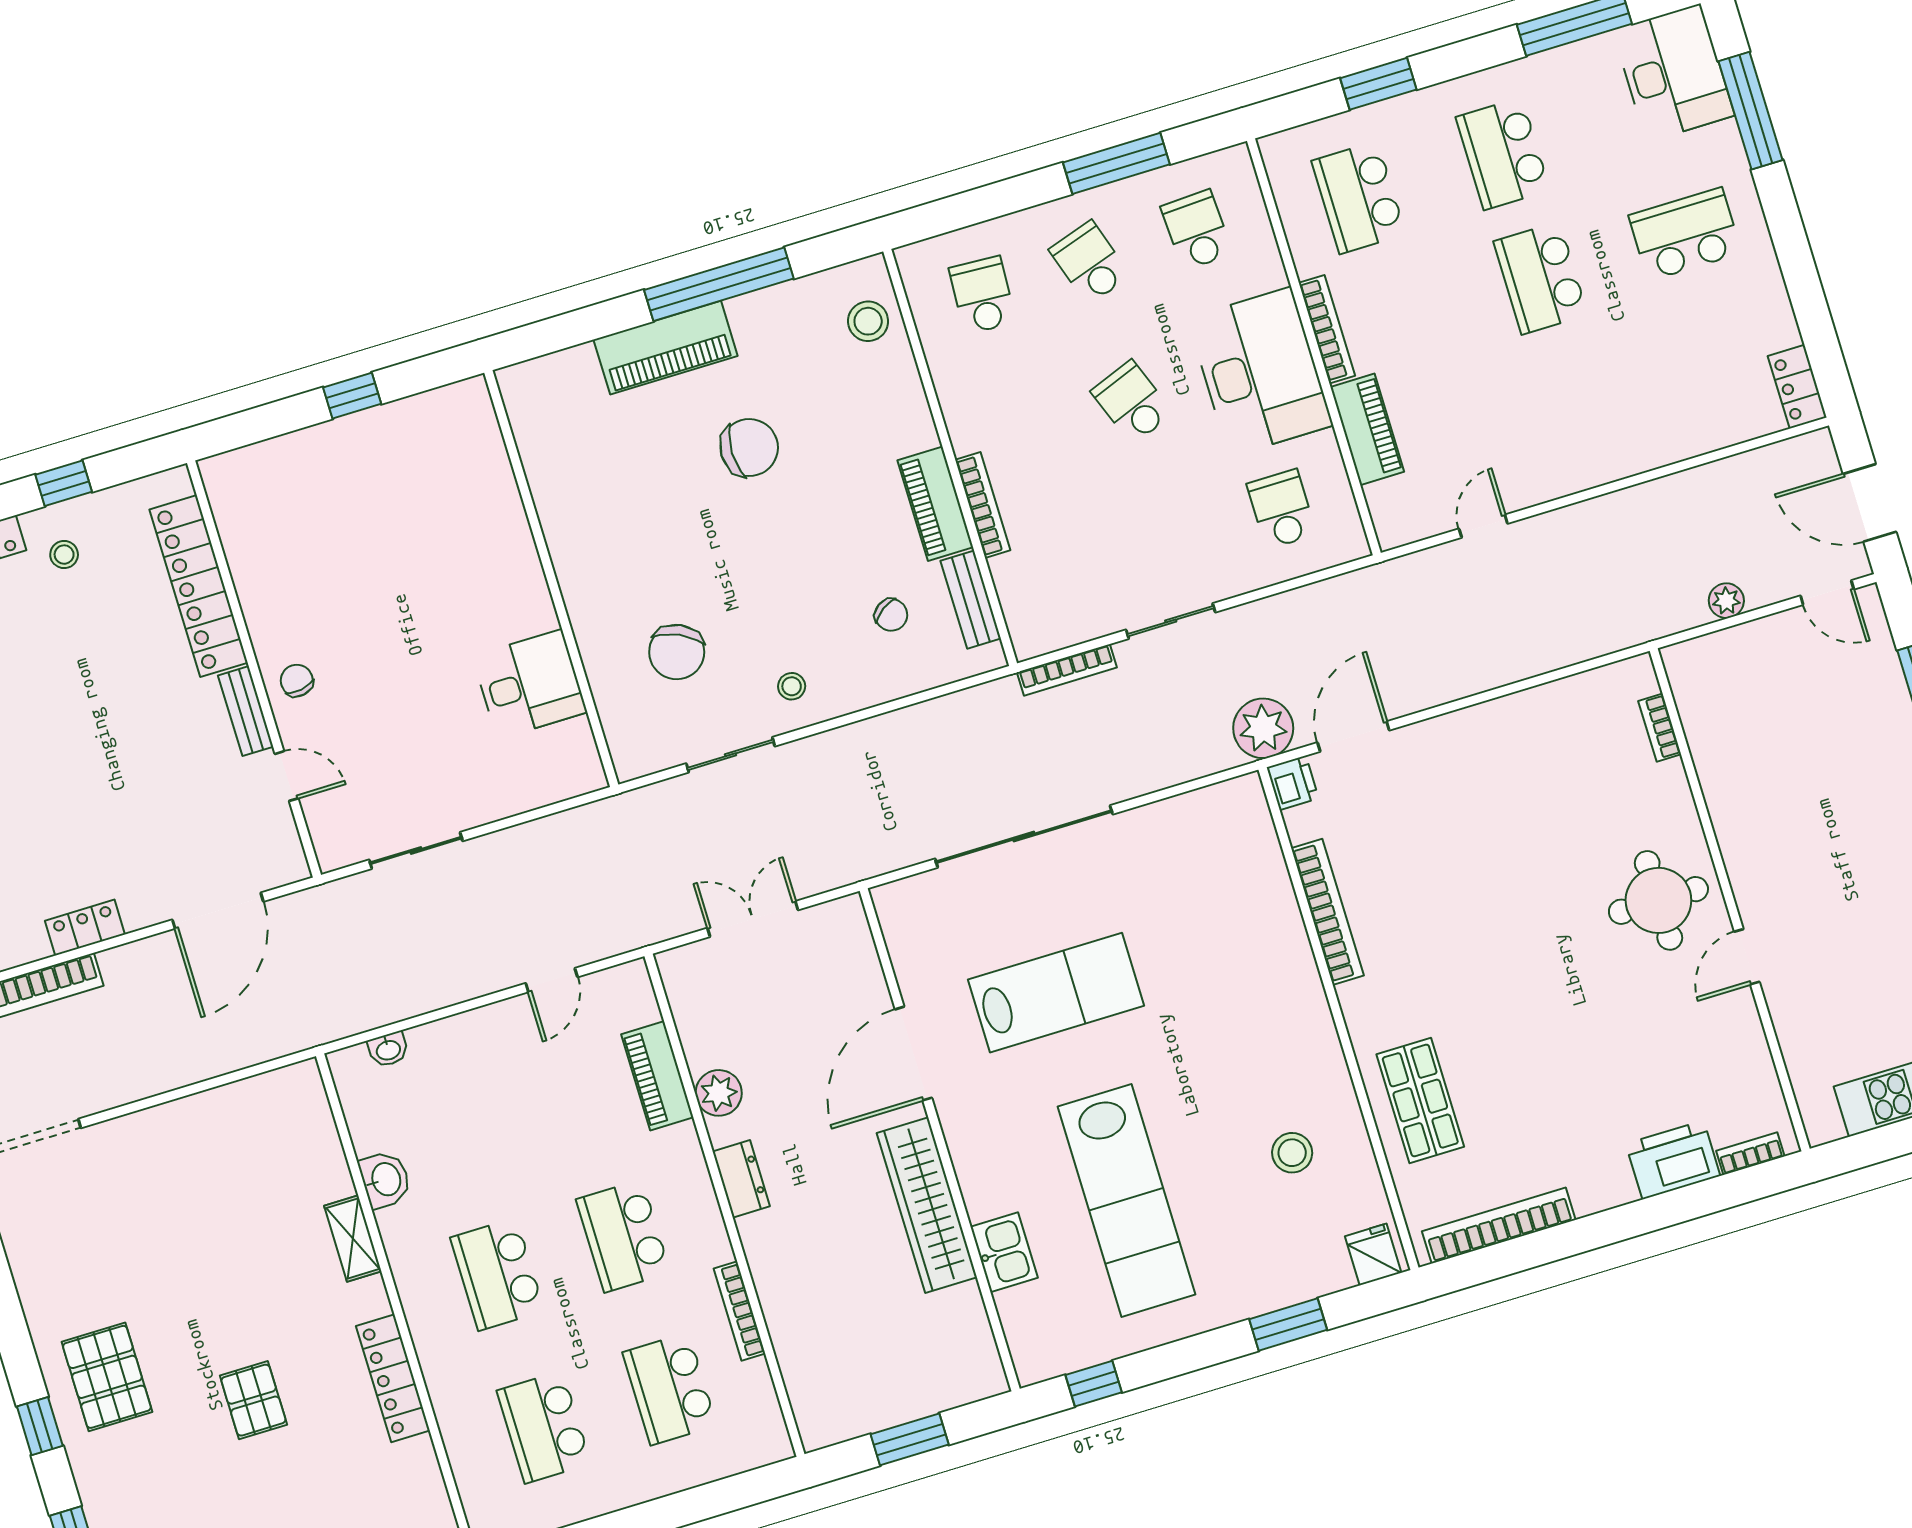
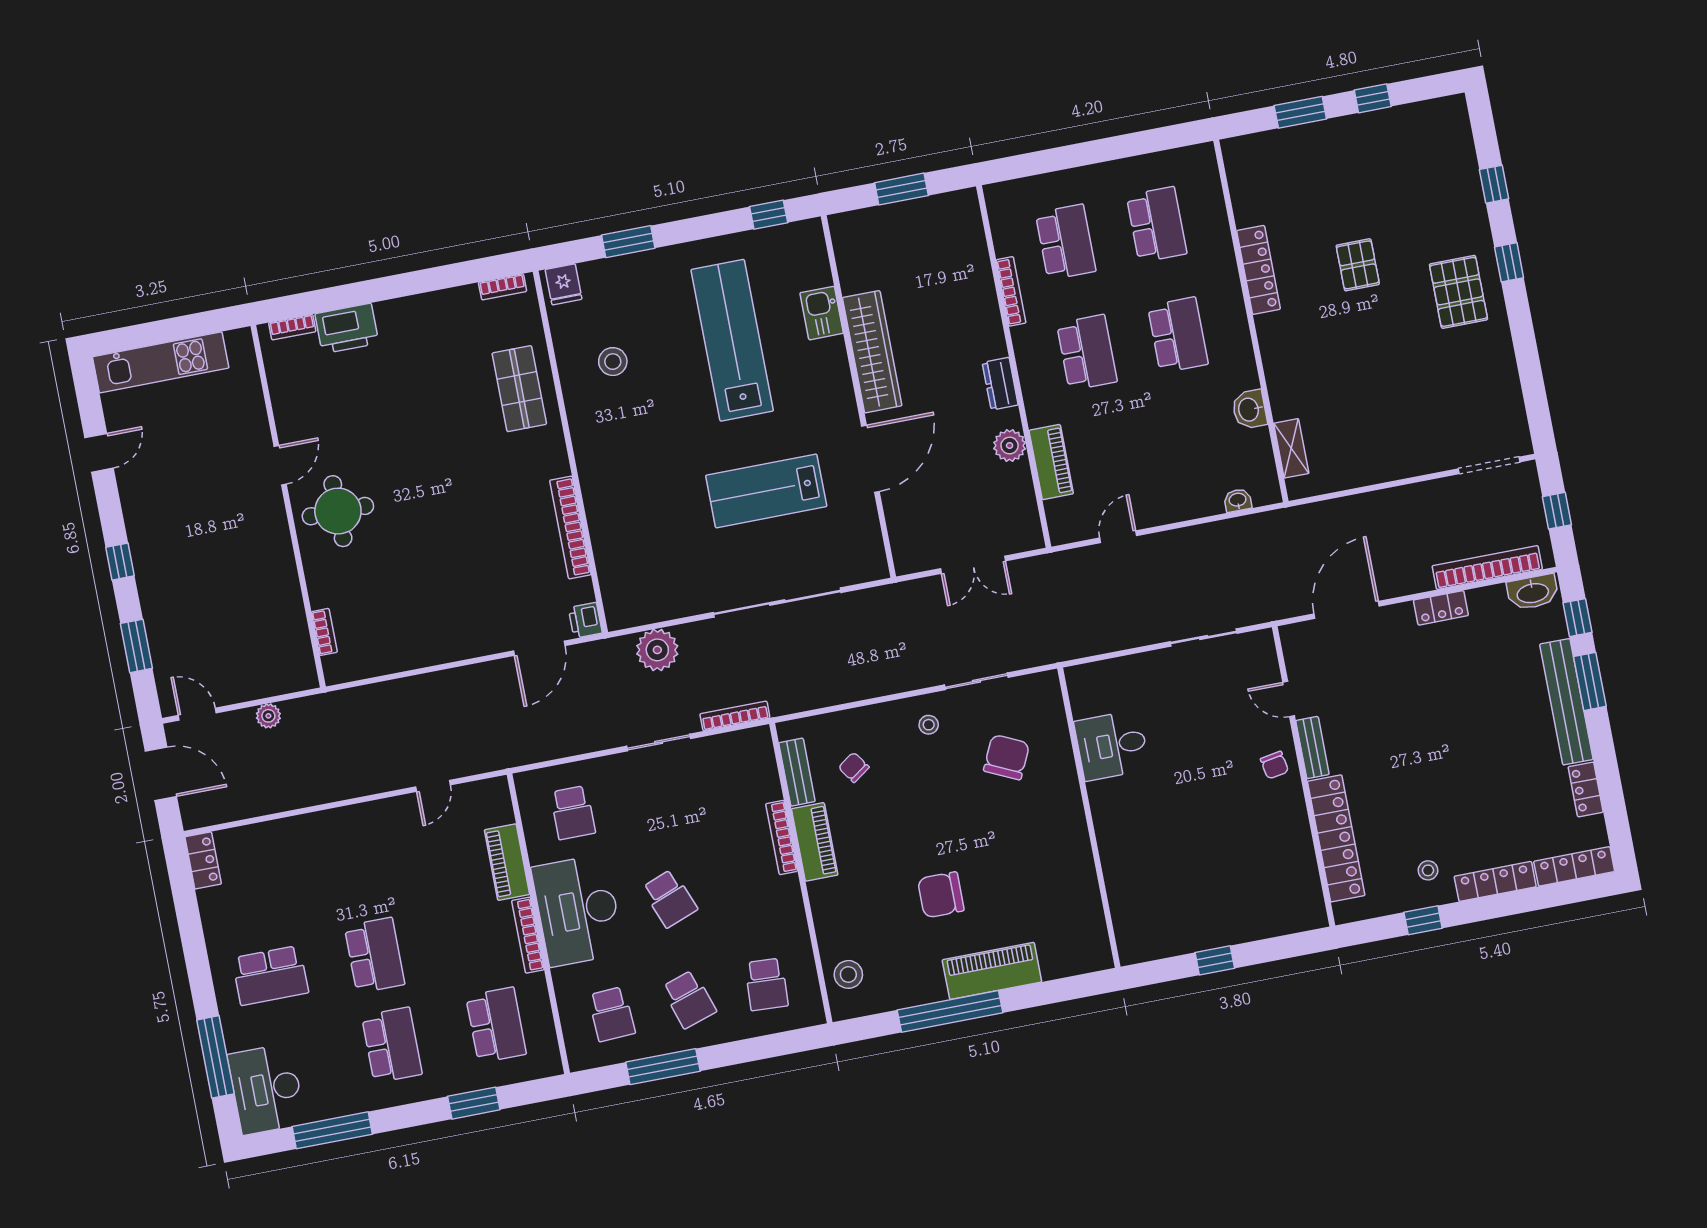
plant: (1263, 728) -> (657, 650), moved
bookcase: (1499, 1226) -> (503, 287), width x0.43, depth x0.76
shelving: (353, 1238) -> (1291, 448), moved

